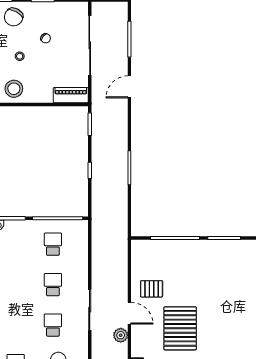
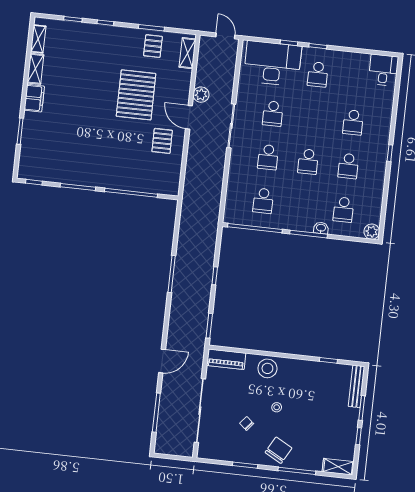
stool: (14, 89) -> (267, 368), moved
school desk: (16, 285) -> (308, 162), added
pallet: (152, 289) -> (162, 141), turned 90

